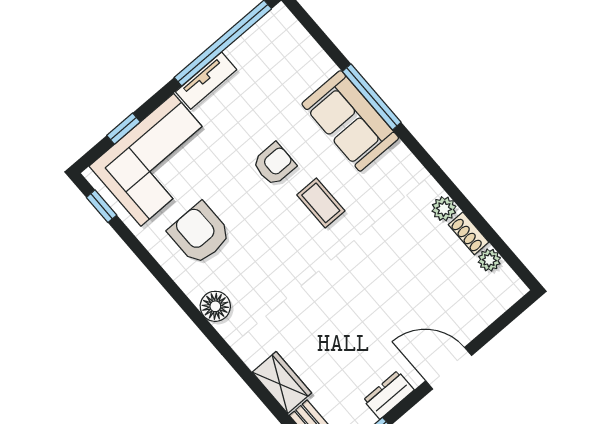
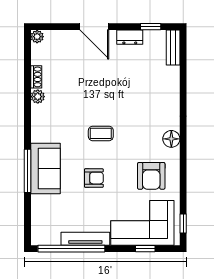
tv unit: (206, 81) -> (85, 239), width x1.41
armchair: (274, 164) -> (94, 178), turned 180
coffee table: (321, 203) -> (101, 133), moved, turned 90
plant: (489, 260) -> (37, 37), moved
wardrobe: (282, 383) -> (171, 82), removed

